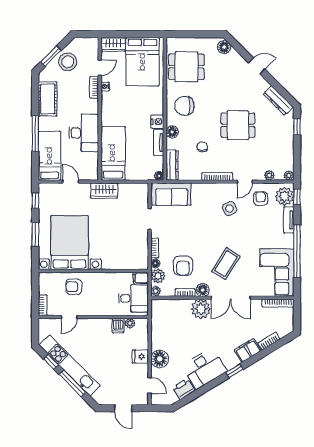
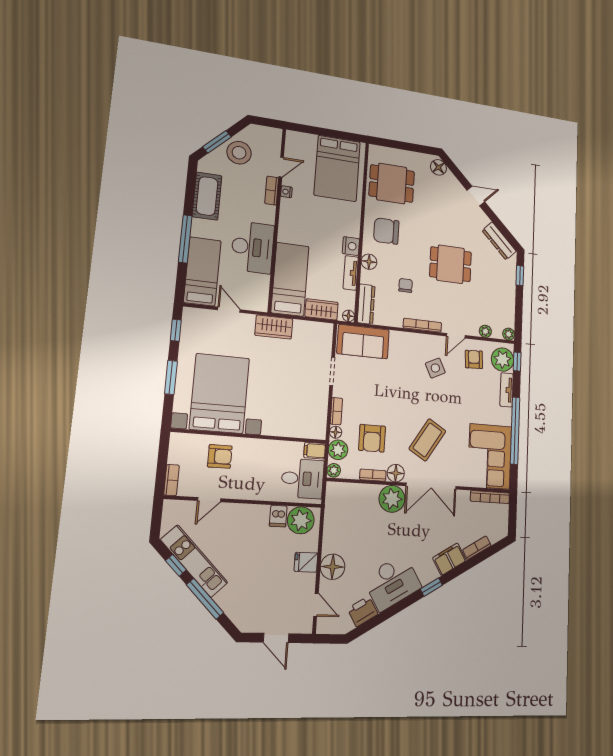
wardrobe: (113, 44) -> (322, 309), moved, turned 180
armchair: (74, 287) -> (220, 456), turned 180
plant: (130, 323) -> (301, 520), width x1.88, depth x1.88
kitchen unit: (70, 365) -> (194, 561), width x0.73

